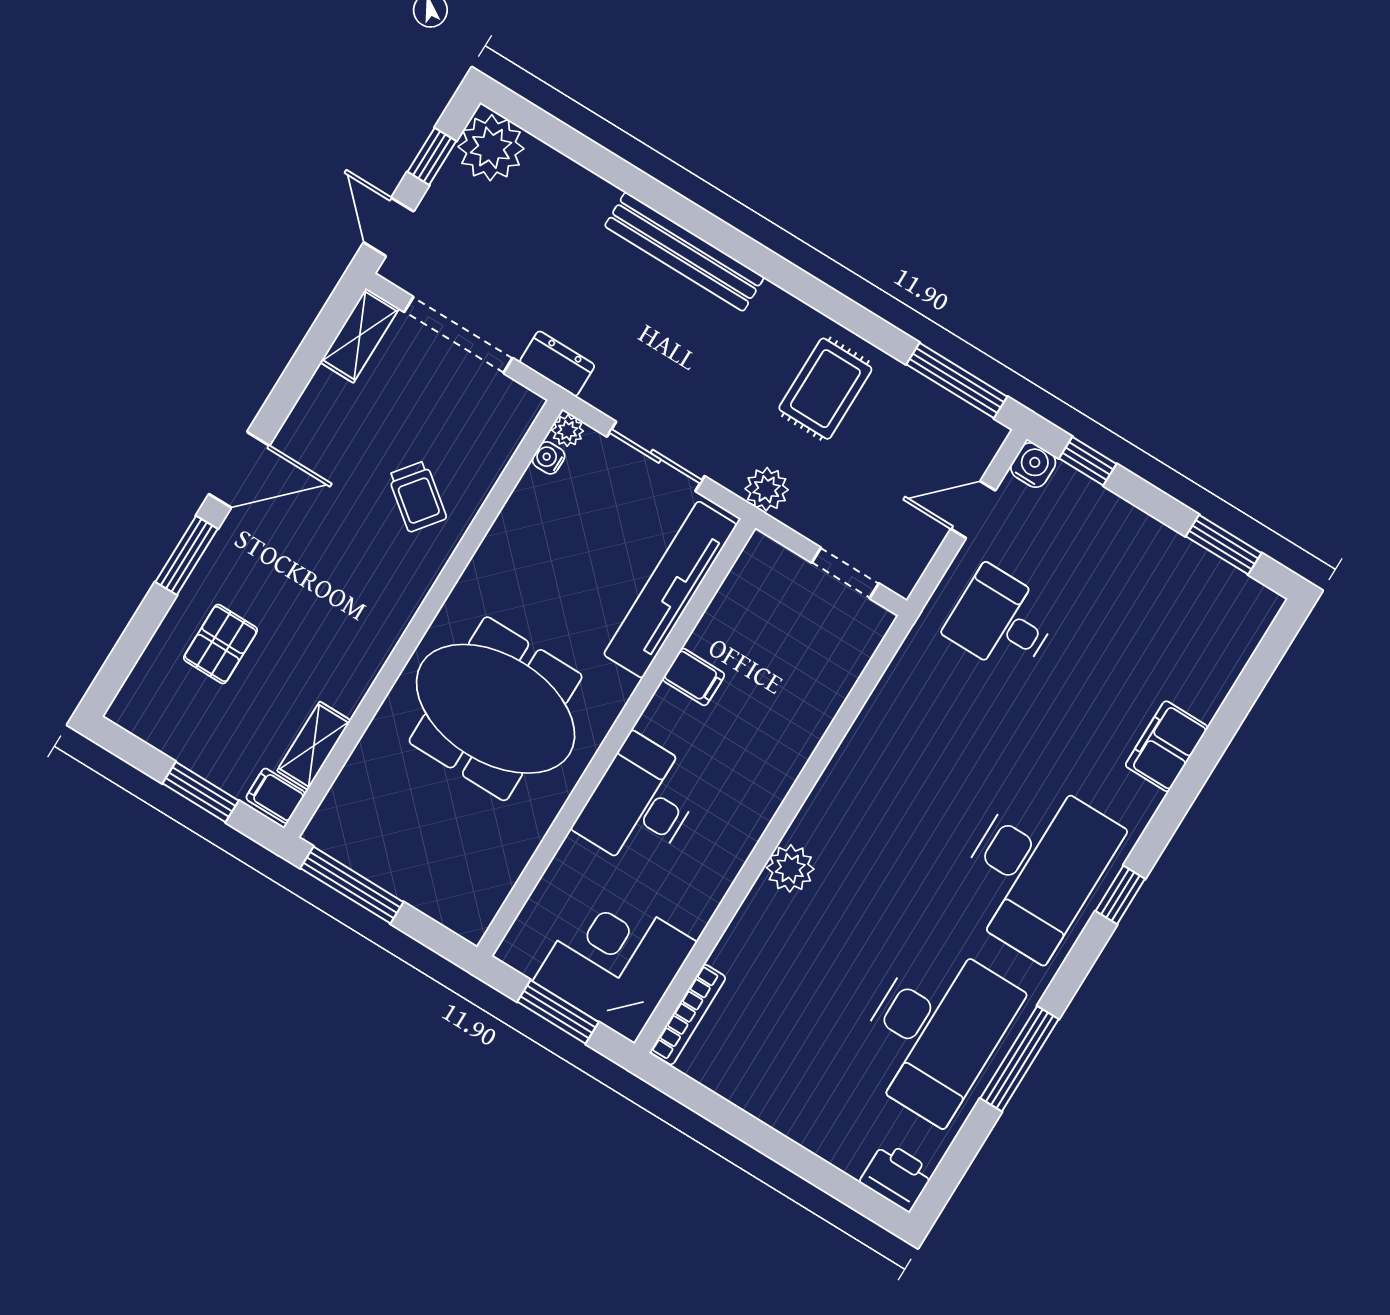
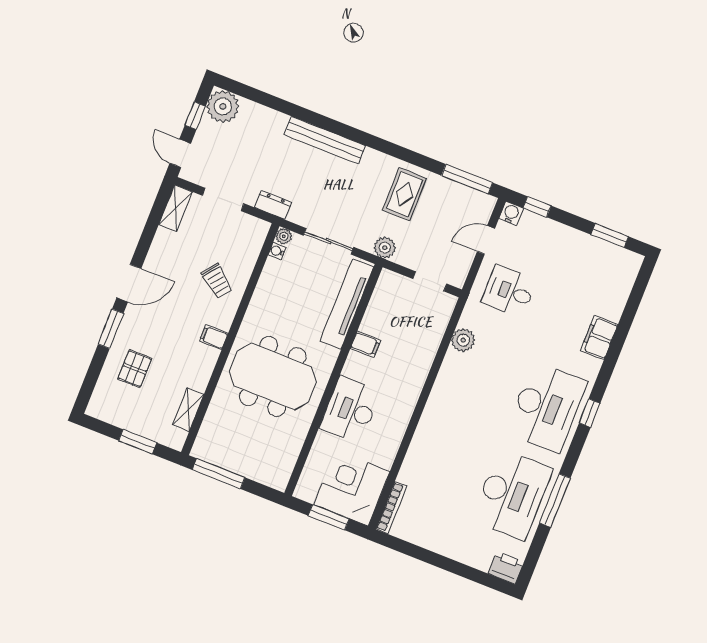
doorway: (458, 335) -> (223, 200), width x0.73
filing cabinet: (276, 796) -> (214, 337), moved
plant: (790, 868) -> (463, 340), moved

